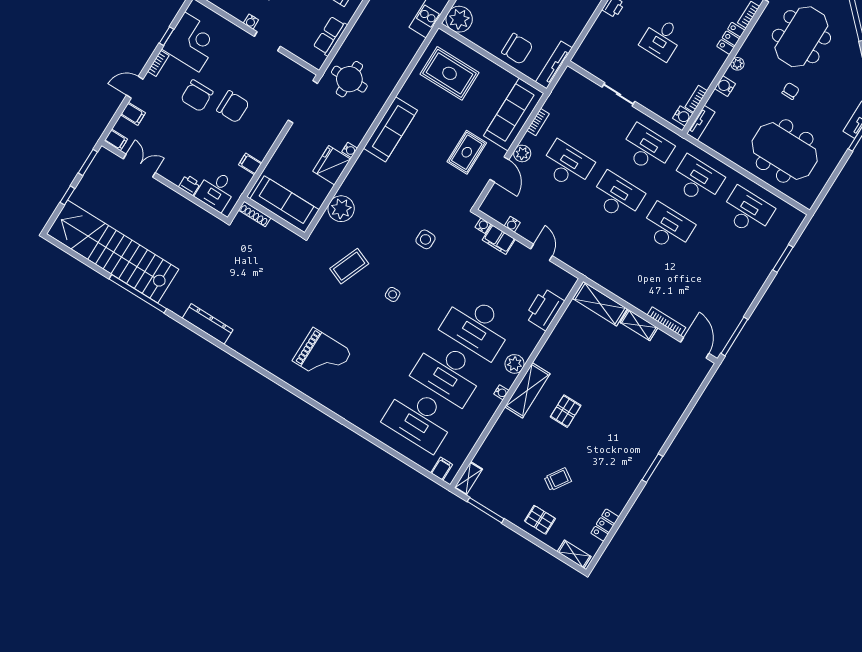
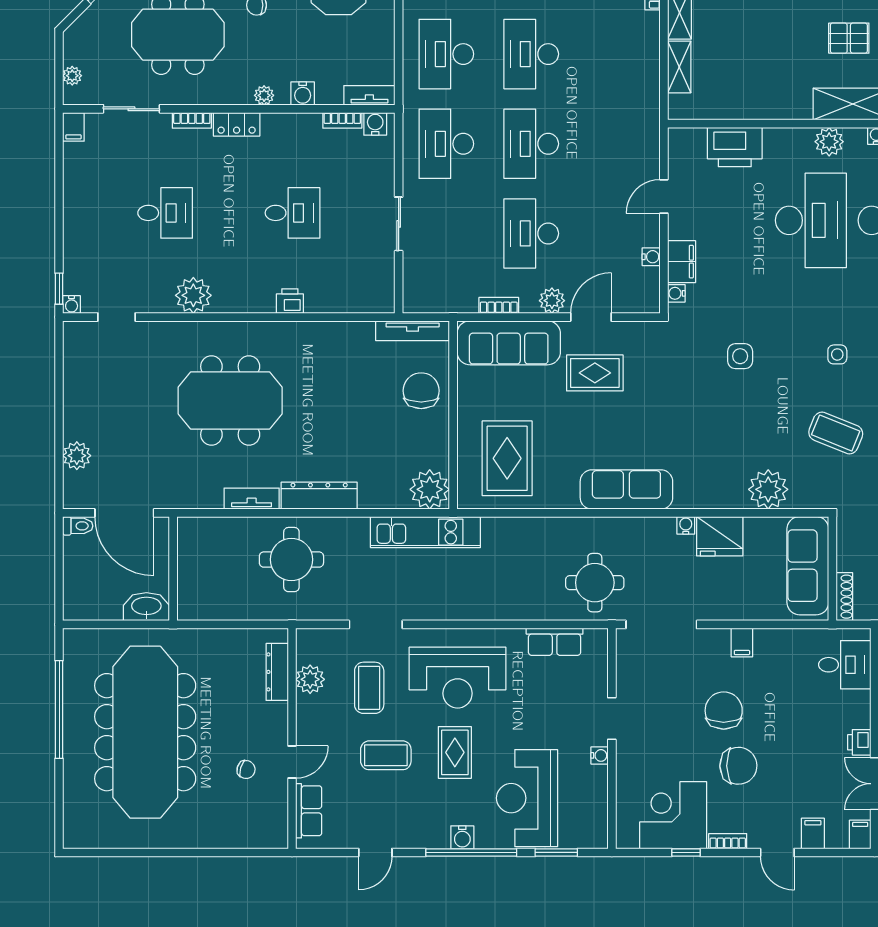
filing cabinet: (250, 164) -> (742, 642), moved
printer: (189, 185) -> (859, 742), moved
shelving: (600, 304) -> (679, 67), width x0.67, depth x0.75

